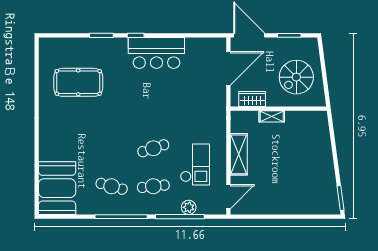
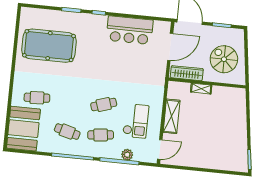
bar counter: (156, 53) -> (130, 30), moved
spiral stairs: (296, 77) -> (224, 59), turned 90
pool table: (78, 82) -> (49, 46), width x1.36, depth x1.32
wardrobe: (252, 99) -> (187, 73), width x1.50
cafe table: (70, 148) -> (37, 98), added

